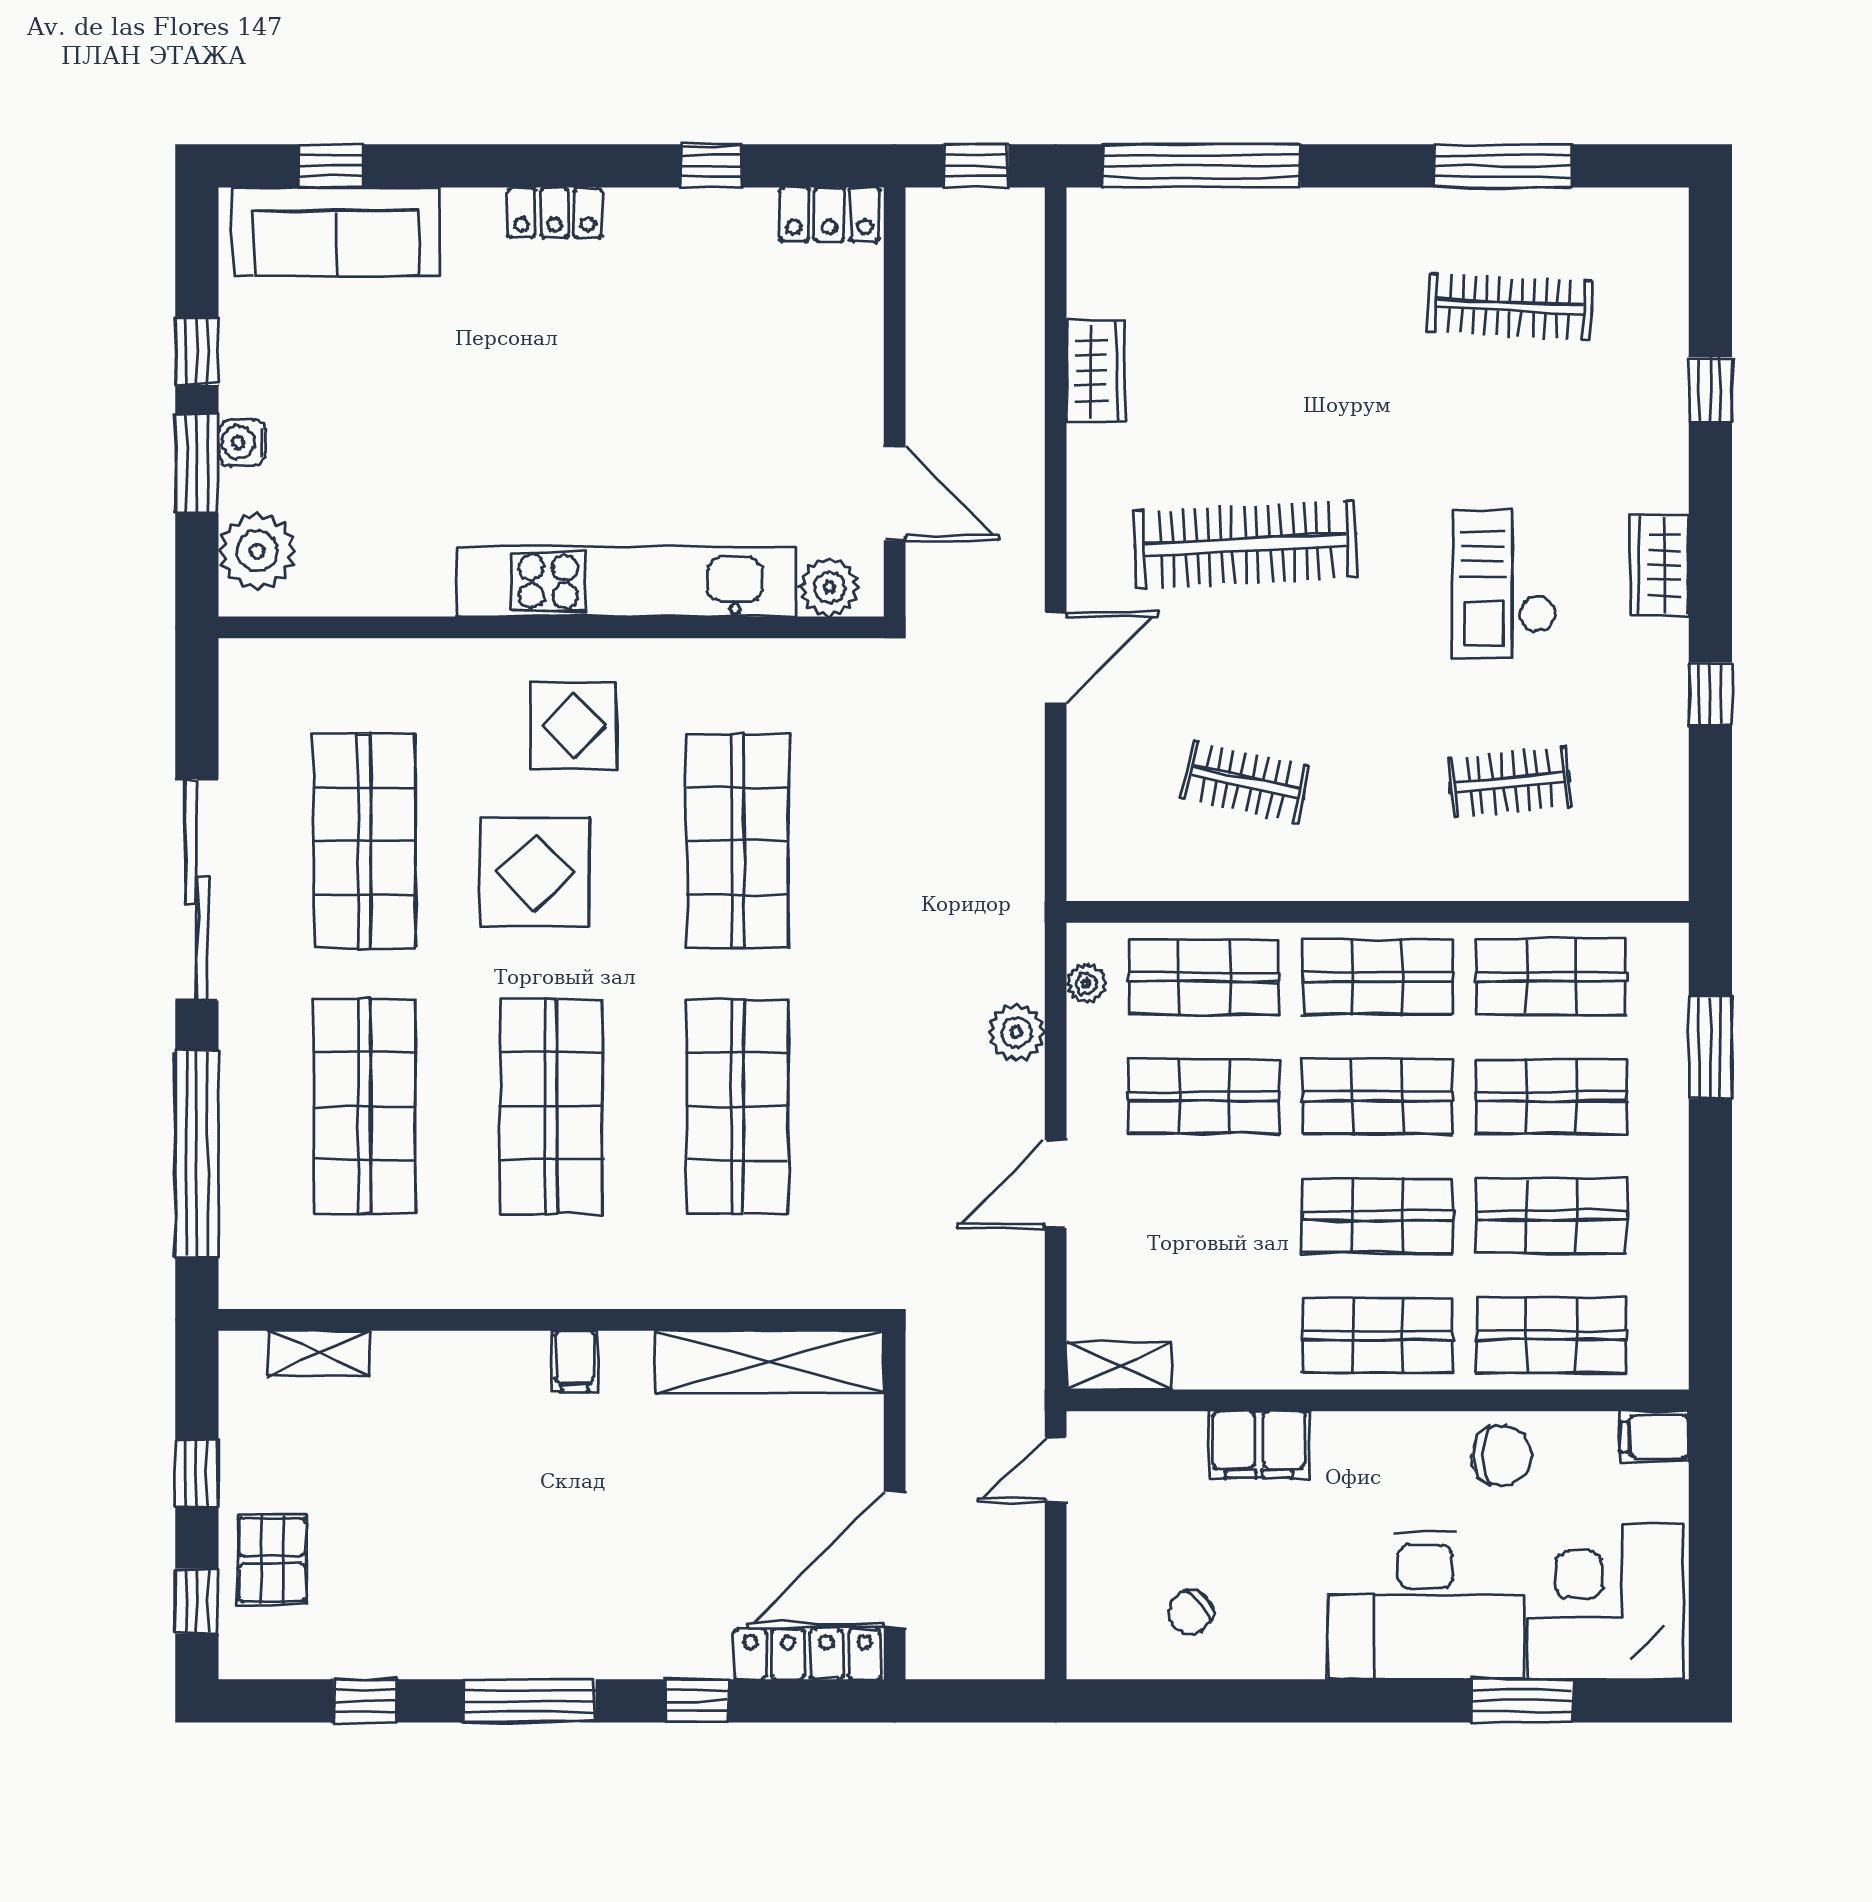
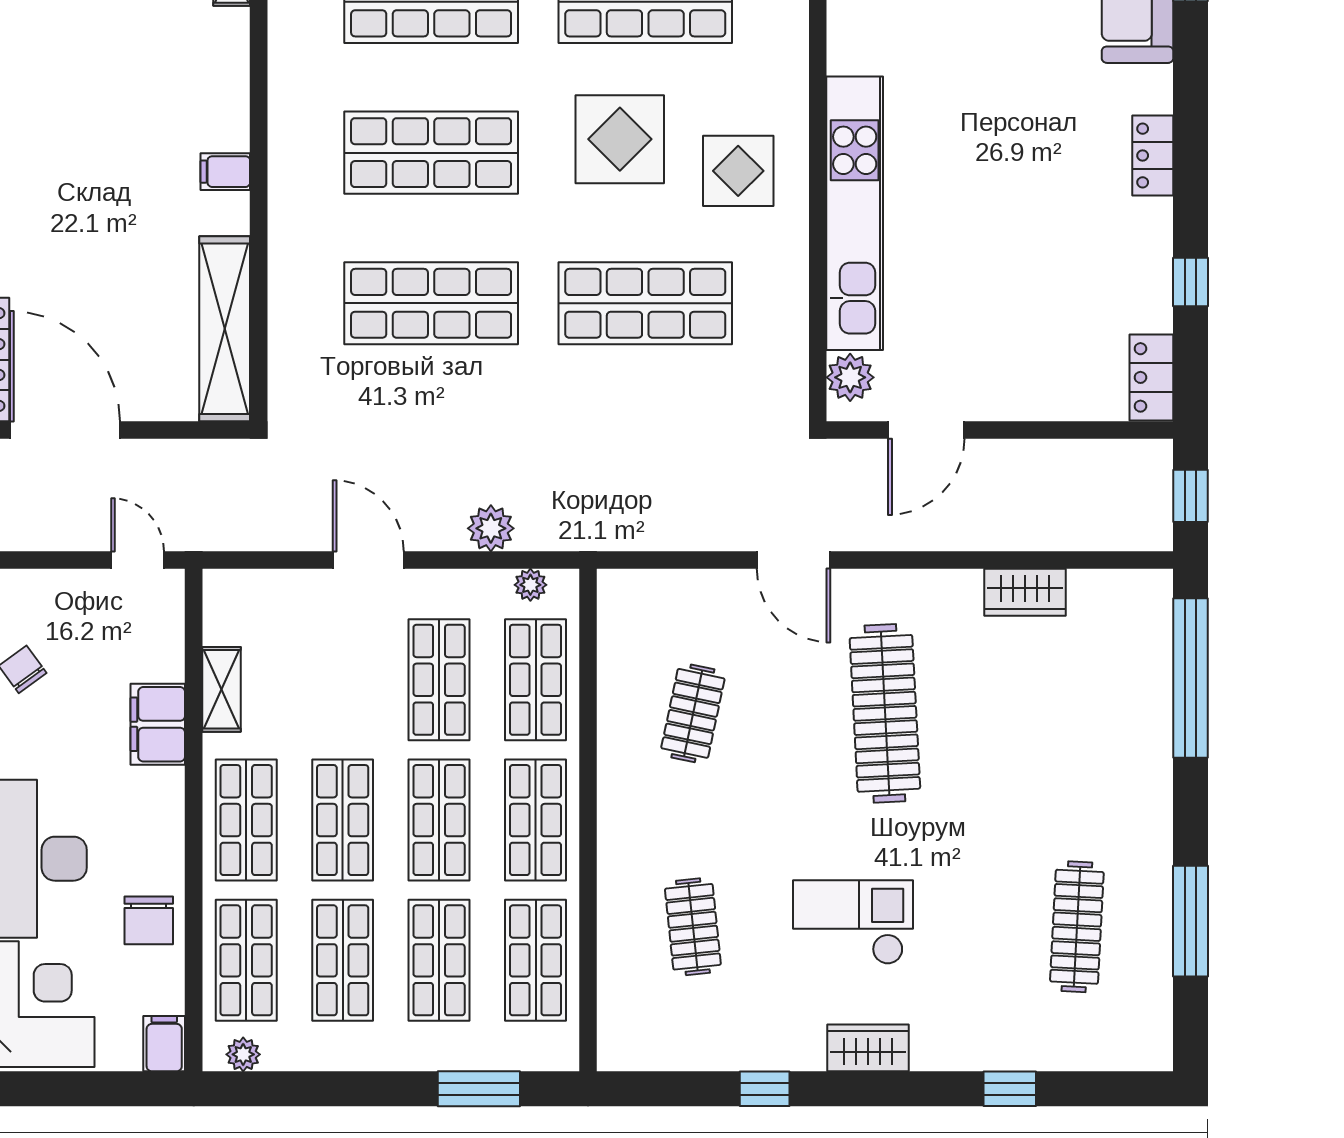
plant: (1668, 1339) -> (243, 1054), added
shelving: (1119, 1366) -> (221, 689), moved

